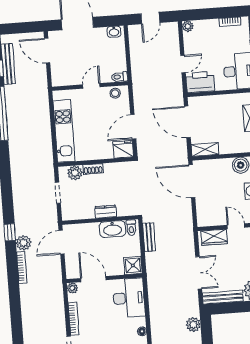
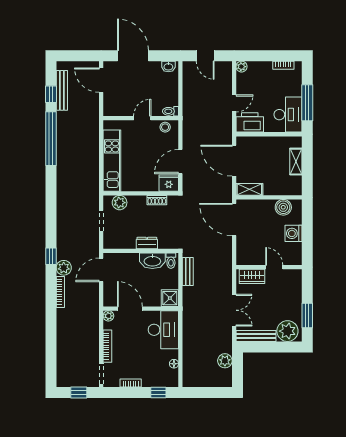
door: (150, 18) -> (205, 56), hinge flipped
shoe rack: (93, 169) -> (157, 200), moved

